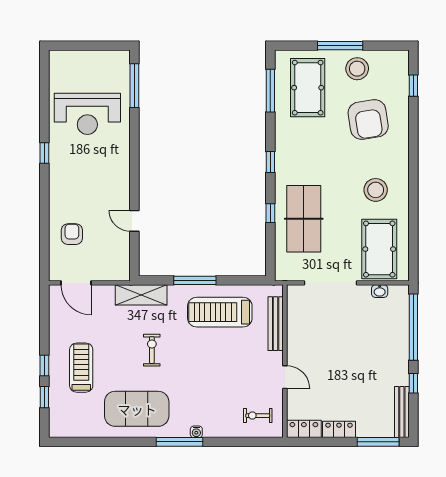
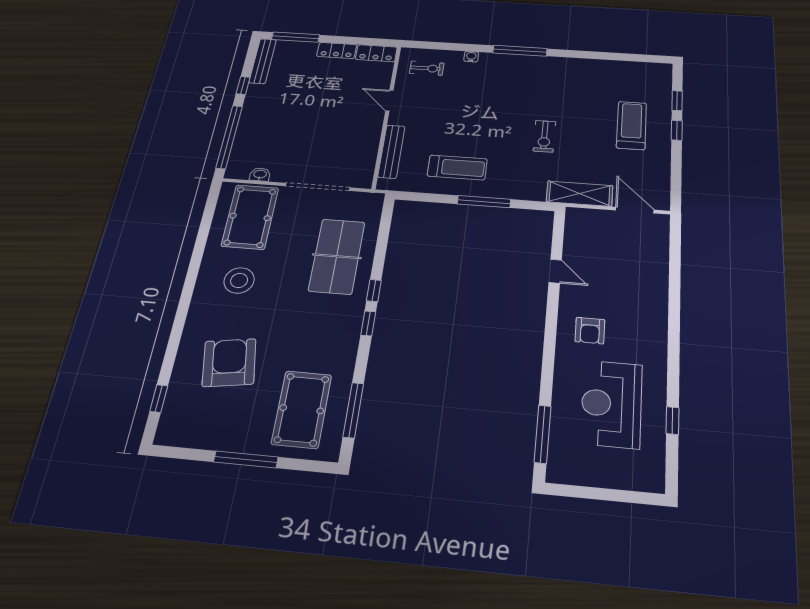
stool: (357, 69) -> (229, 427), removed
reception desk: (87, 114) -> (611, 404), turned -90
window: (44, 153) -> (673, 421), moved
window: (270, 213) -> (374, 291), moved
armchair: (72, 234) -> (590, 331), moved
shelving: (141, 295) -> (580, 194), moved
treadmill: (220, 312) -> (457, 168), width x0.73, depth x0.73
treadmill: (81, 368) -> (631, 125), turned 180
exercise mat: (137, 409) -> (567, 83), removed
water cooler: (196, 432) -> (471, 57), moved

